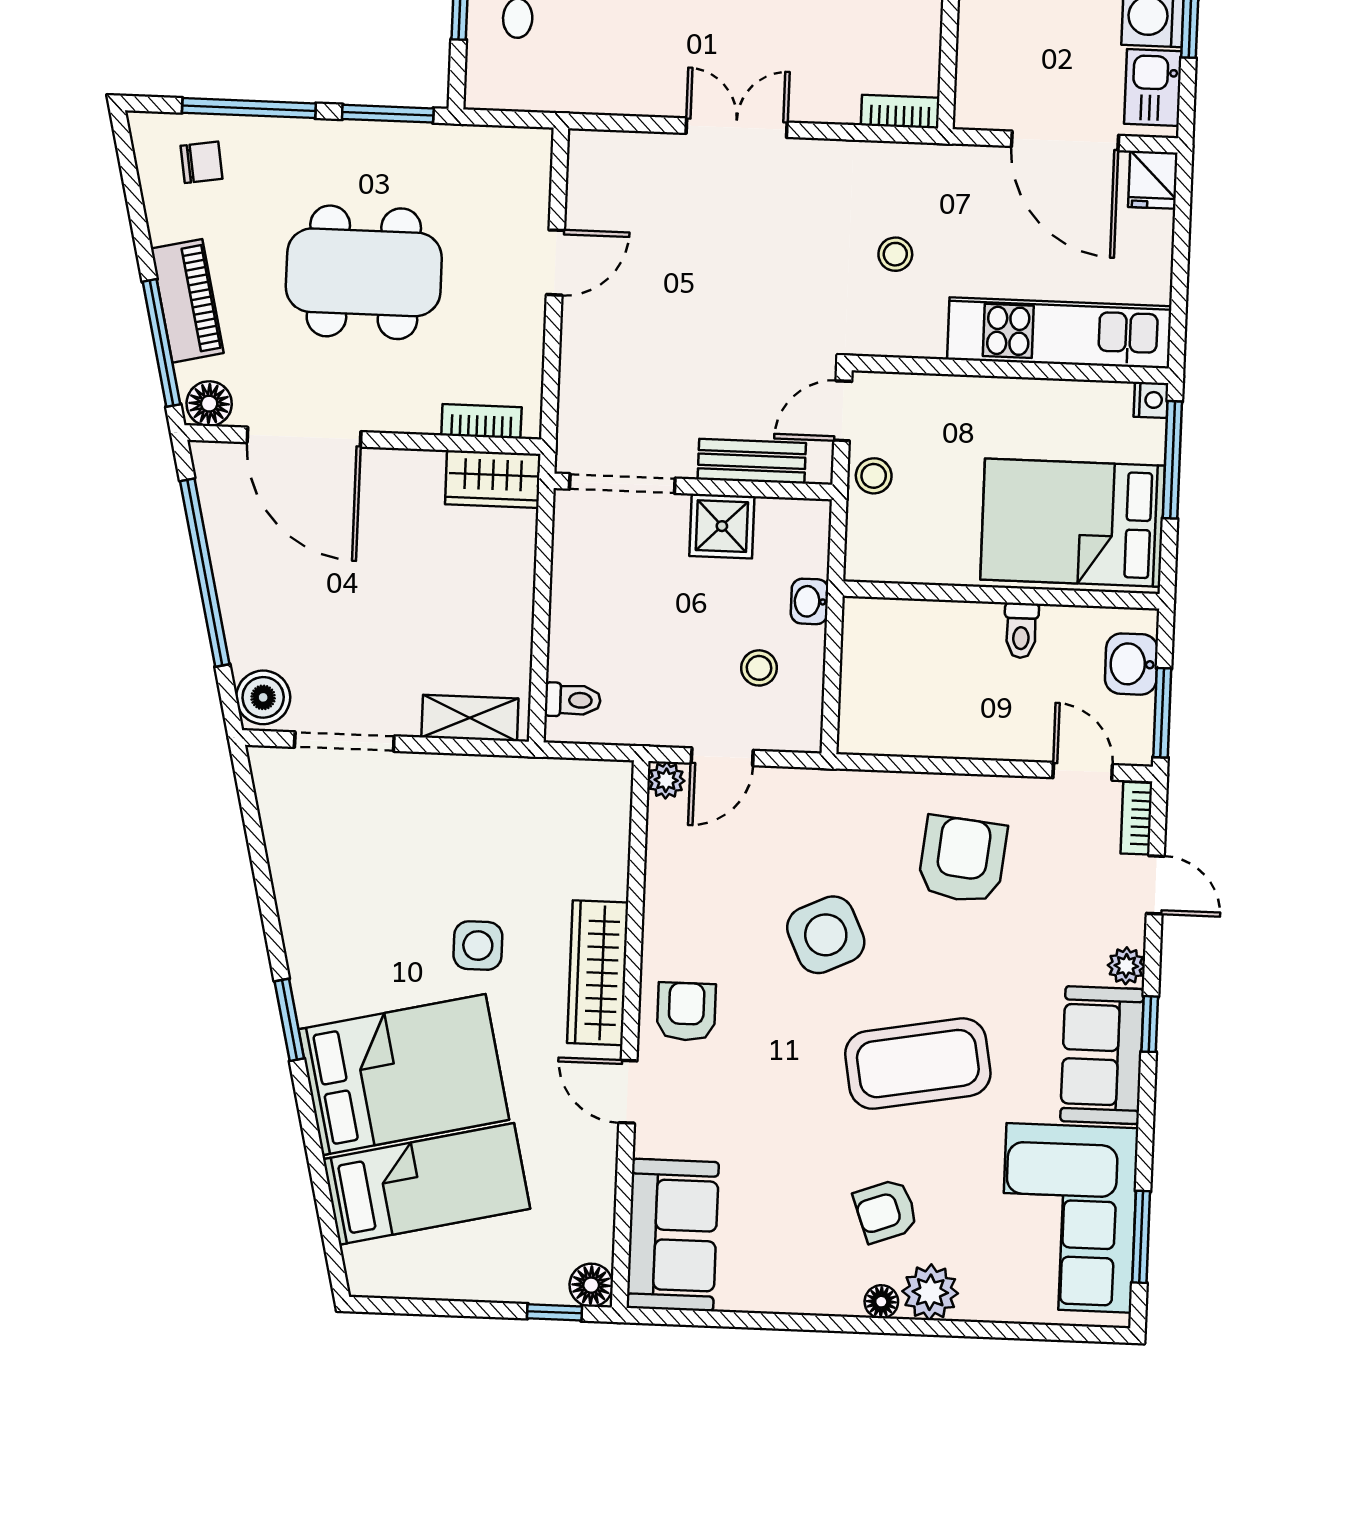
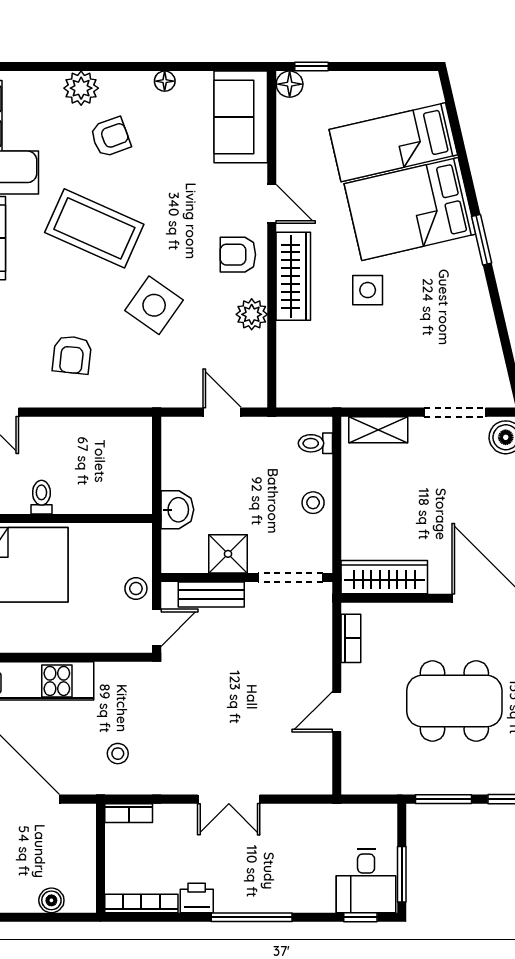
stool: (895, 254) -> (118, 754), moved
bookcase: (481, 421) -> (351, 638), moved, turned -90
wardrobe: (493, 479) -> (384, 577), width x1.50
washbasin: (810, 601) -> (177, 510), width x1.38, depth x1.45
stool: (759, 668) -> (313, 503), moved
door: (722, 757) -> (222, 412), hinge flipped
plant: (666, 780) -> (252, 314), moved, width x1.38, depth x1.38
armchair: (962, 860) -> (72, 355), width x0.72, depth x0.72
side table: (826, 935) -> (154, 305), turned -30
armchair: (686, 1012) -> (238, 255), turned 90
coffee table: (918, 1064) -> (94, 228), turned 34
floor lamp: (881, 1302) -> (165, 81), moved

